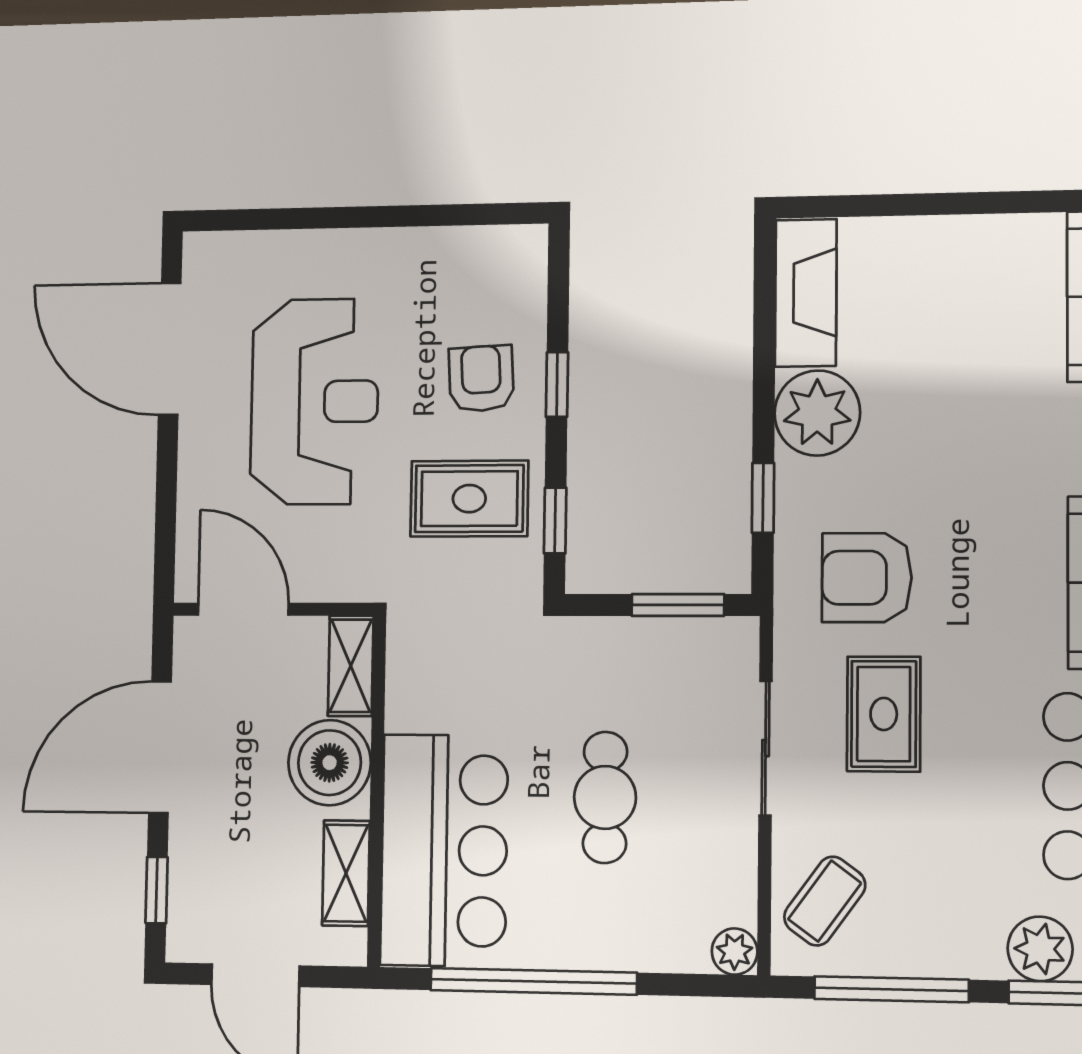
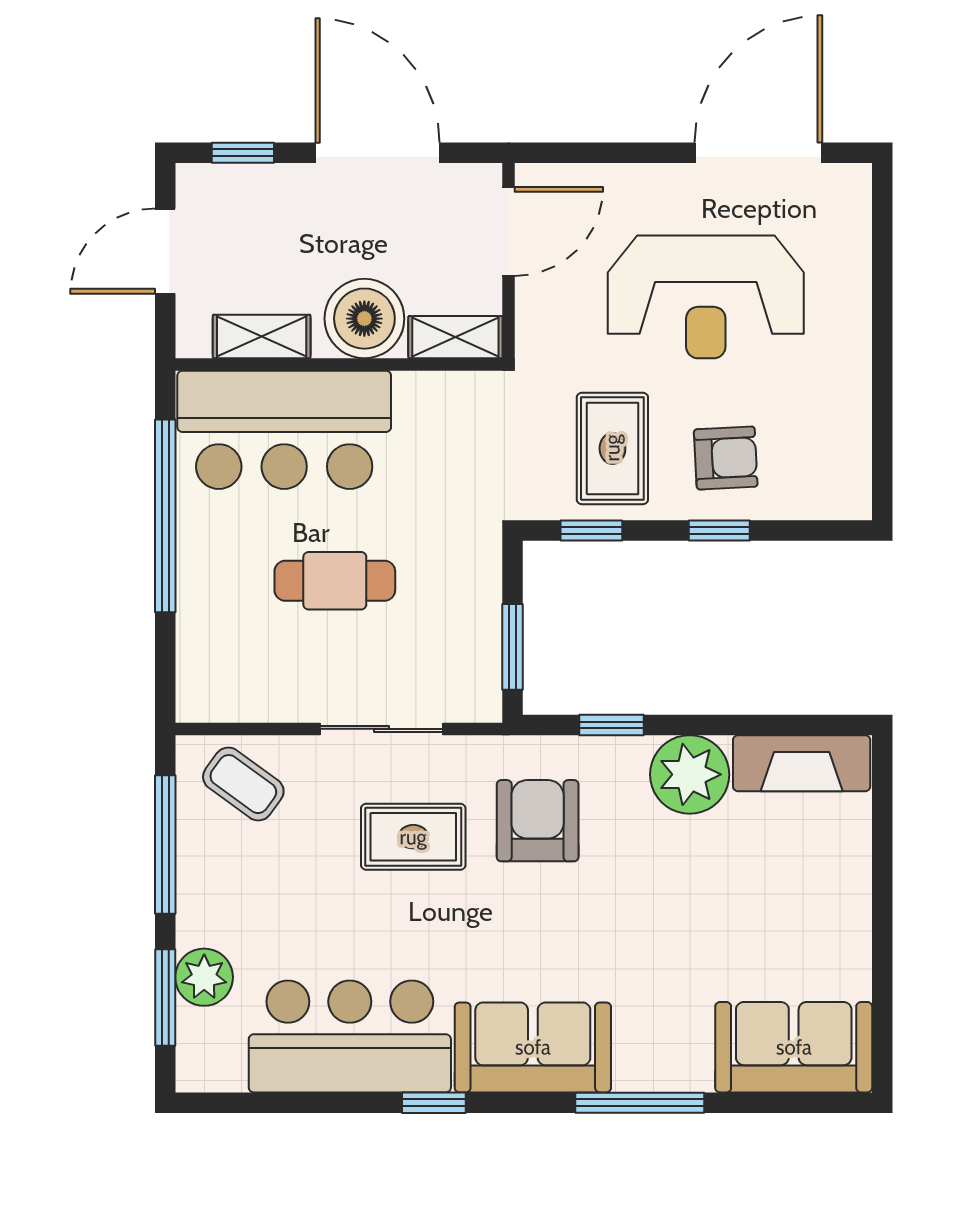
plant: (735, 952) -> (196, 702), removed

